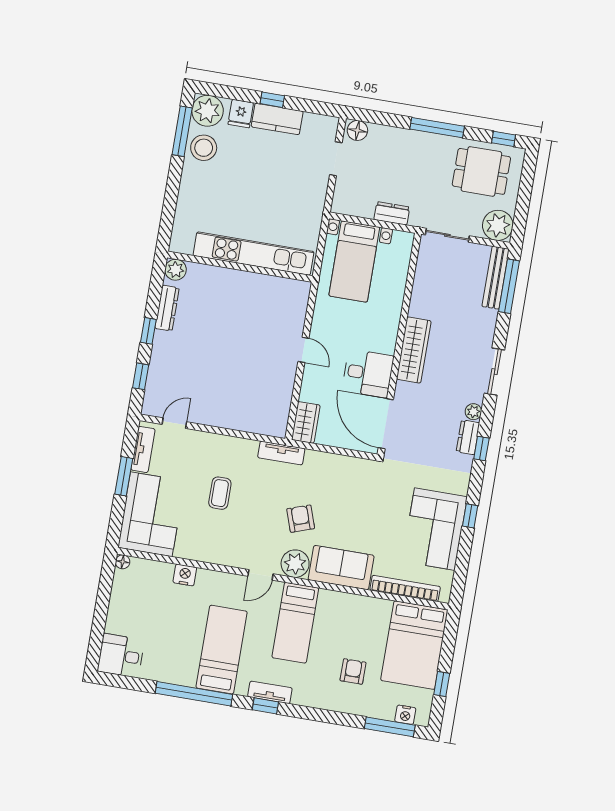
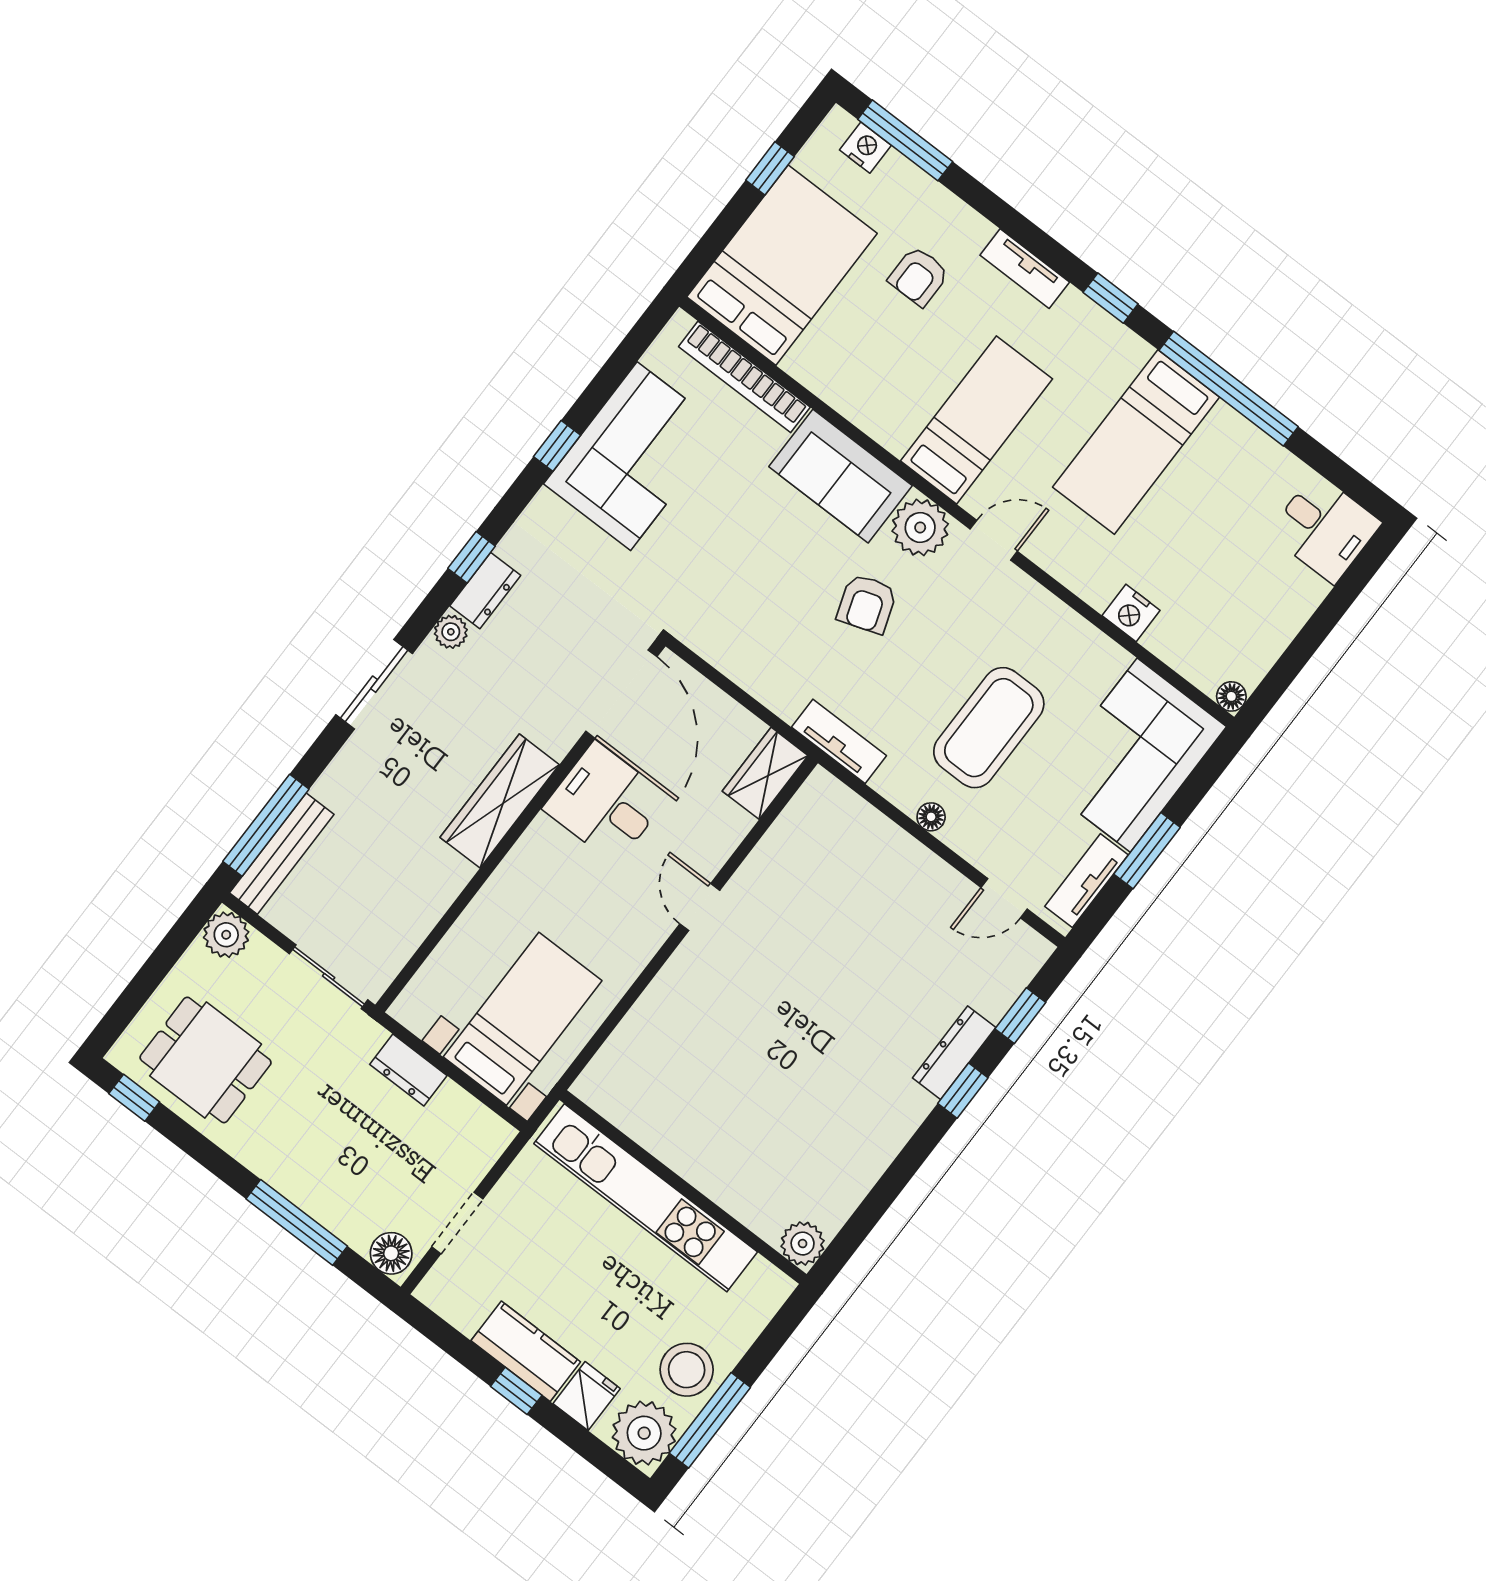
window: (437, 128) -> (297, 1222), moved
plant: (498, 225) -> (226, 935), width x0.73, depth x0.73
kitchen unit: (254, 254) -> (646, 1198), moved
wall: (240, 267) -> (683, 1187), moved
plant: (176, 270) -> (803, 1244), moved
dresser: (167, 308) -> (954, 1053), moved
floor lamp: (224, 442) -> (931, 817), added
coffee table: (220, 493) -> (989, 728), width x1.86, depth x1.72
tv unit: (270, 692) -> (1025, 269), moved

